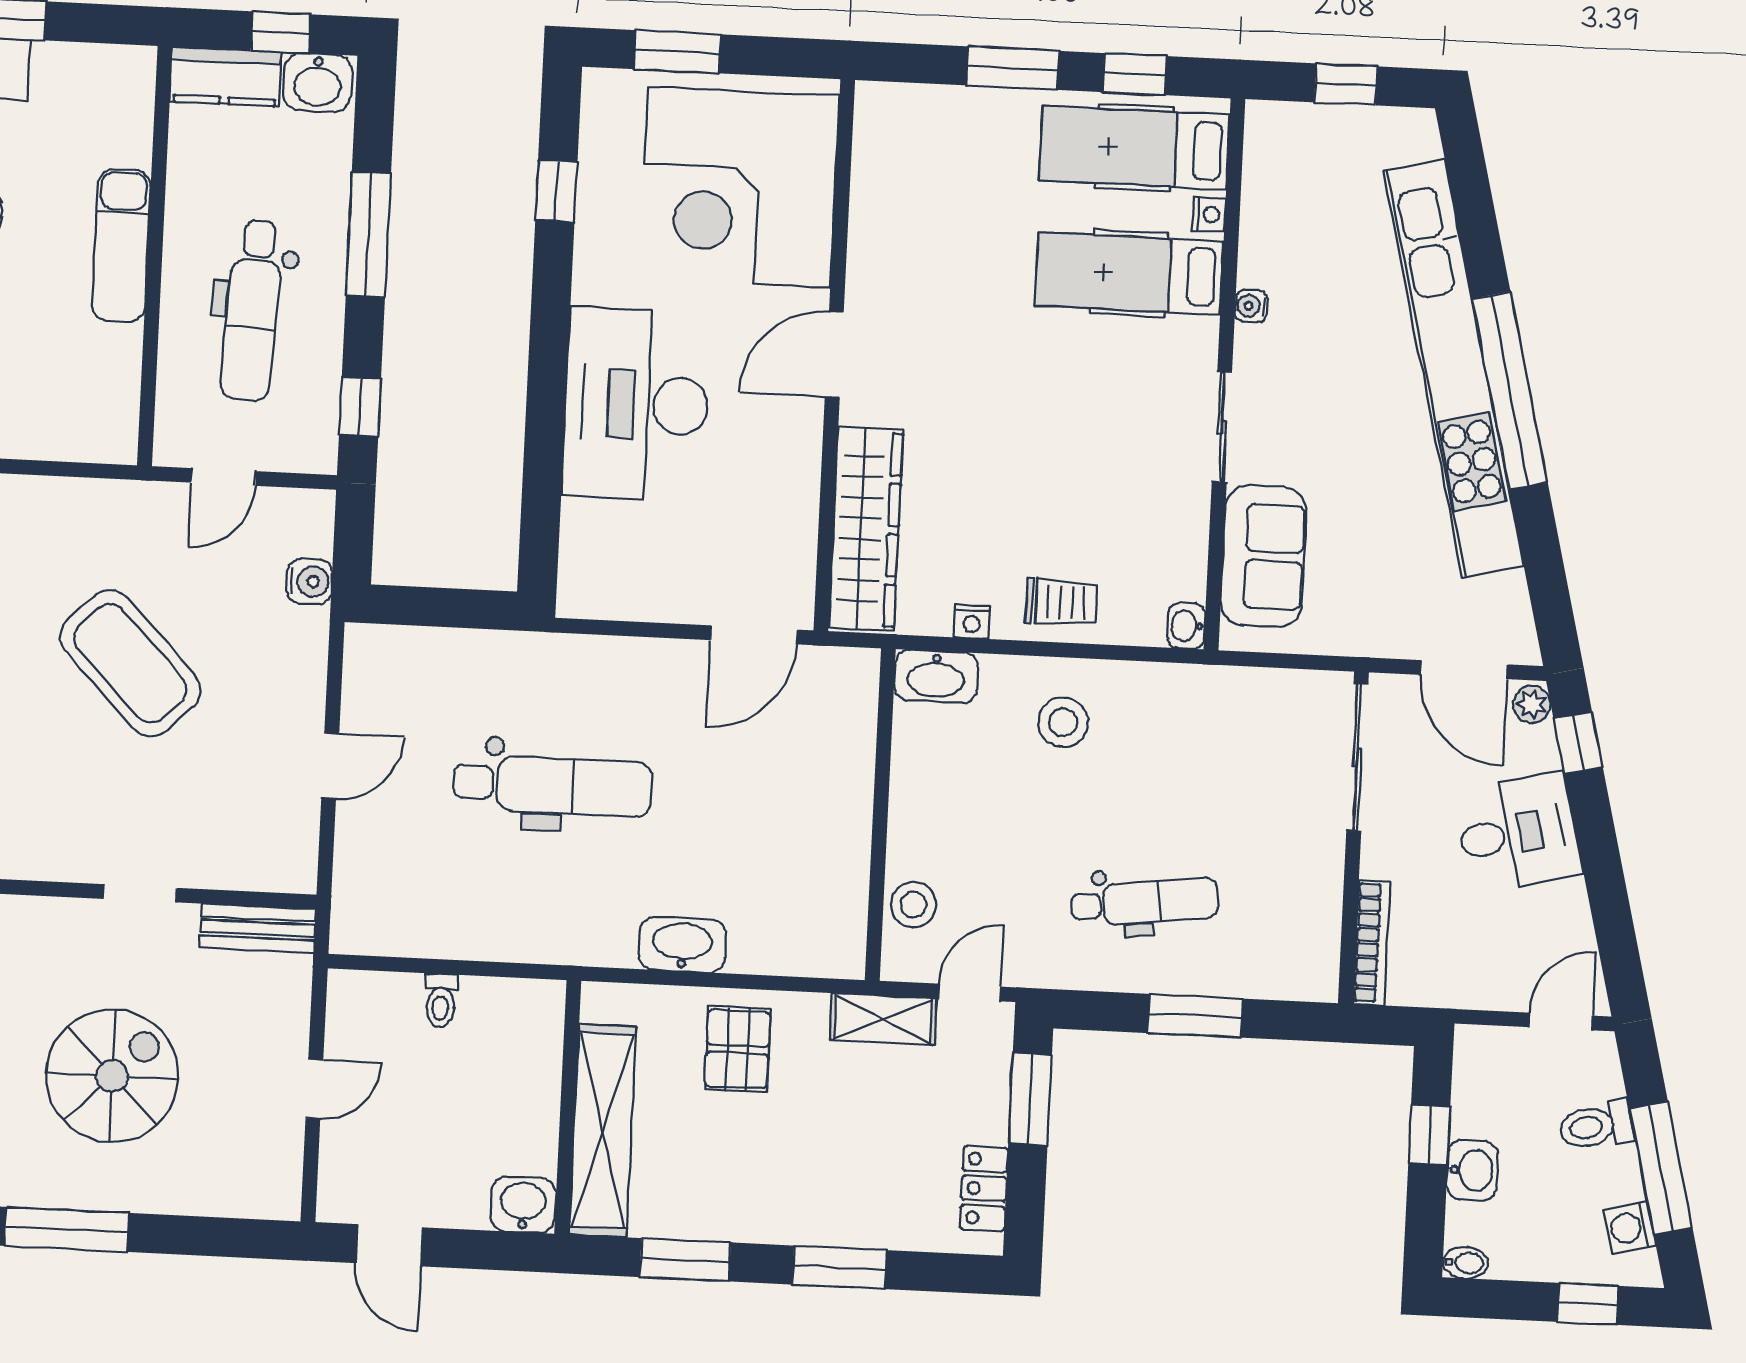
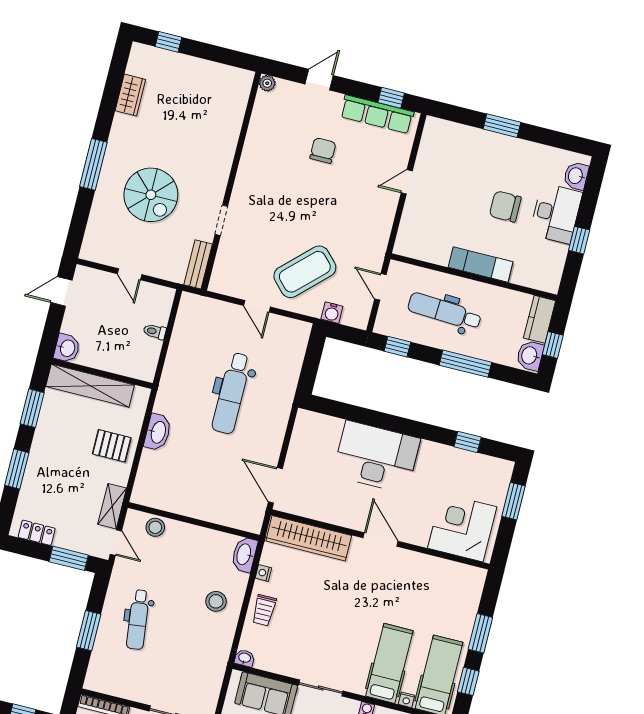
corner desk: (739, 187) -> (462, 528), width x0.74, depth x0.74
coffee table: (130, 663) -> (305, 272), moved

